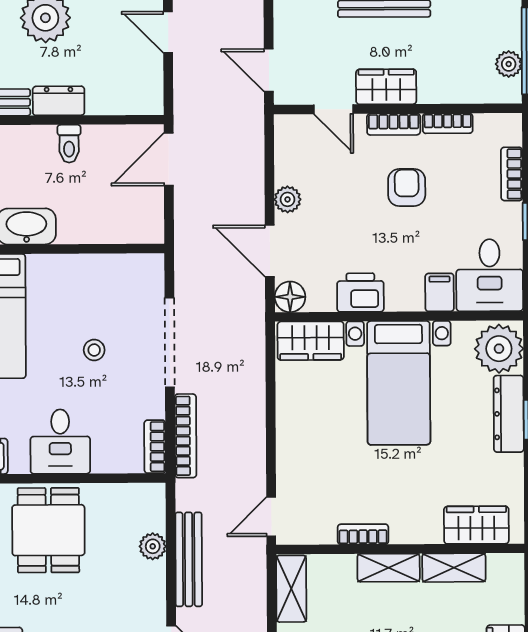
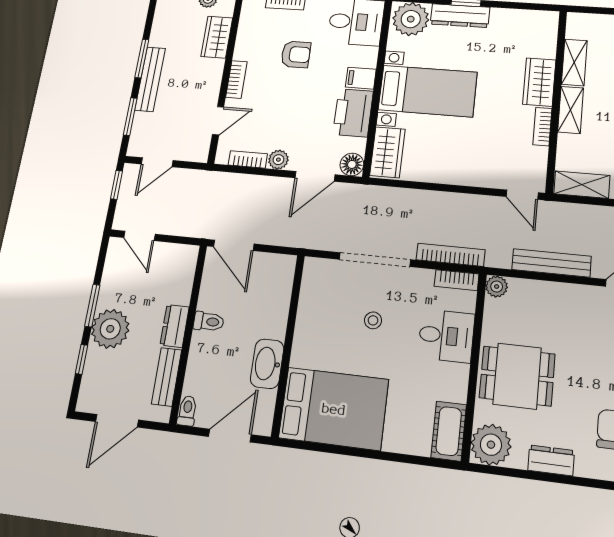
door: (168, 32) -> (139, 236), hinge flipped
door: (269, 70) -> (157, 162), moved
wardrobe: (386, 87) -> (217, 37), moved
bookcase: (448, 123) -> (248, 159), moved, turned -90
armchair: (407, 187) -> (296, 54), moved, turned 180
filing cabinet: (440, 292) -> (361, 78), moved
printer: (360, 293) -> (353, 113), width x1.37, depth x1.19
desk: (60, 442) -> (446, 336), moved
wardrobe: (476, 525) -> (539, 82), moved
plant: (153, 546) -> (497, 287), moved

